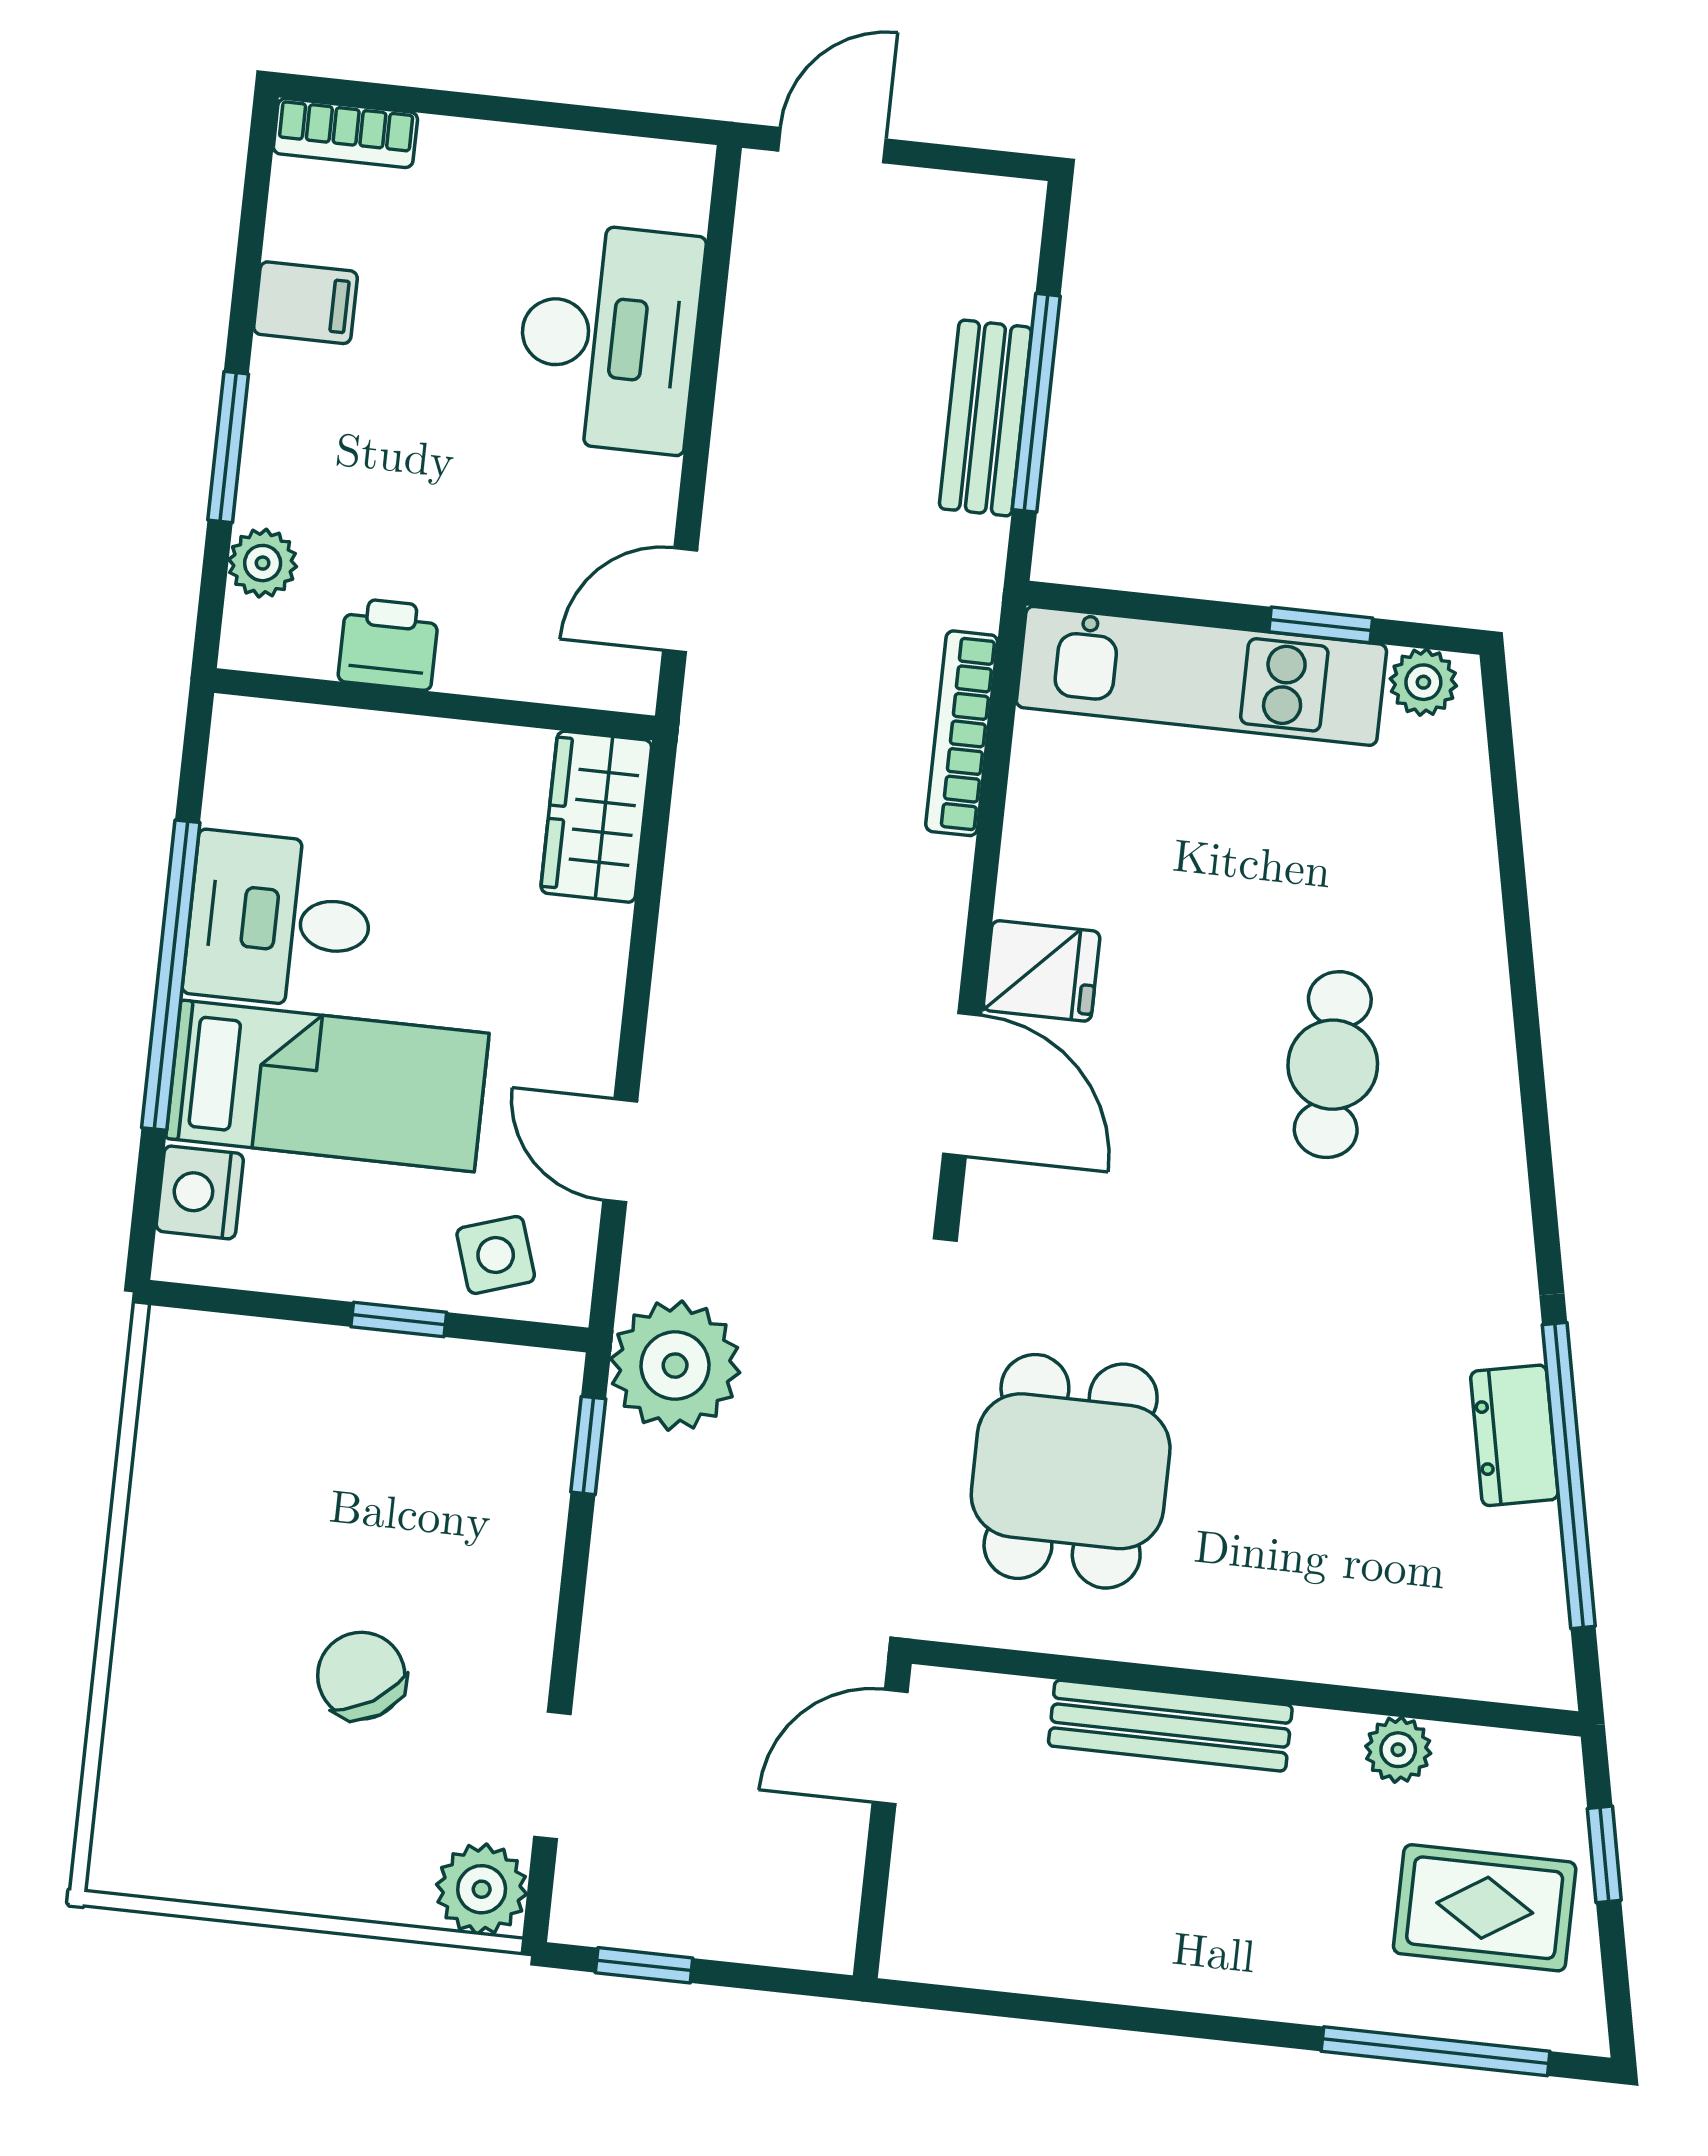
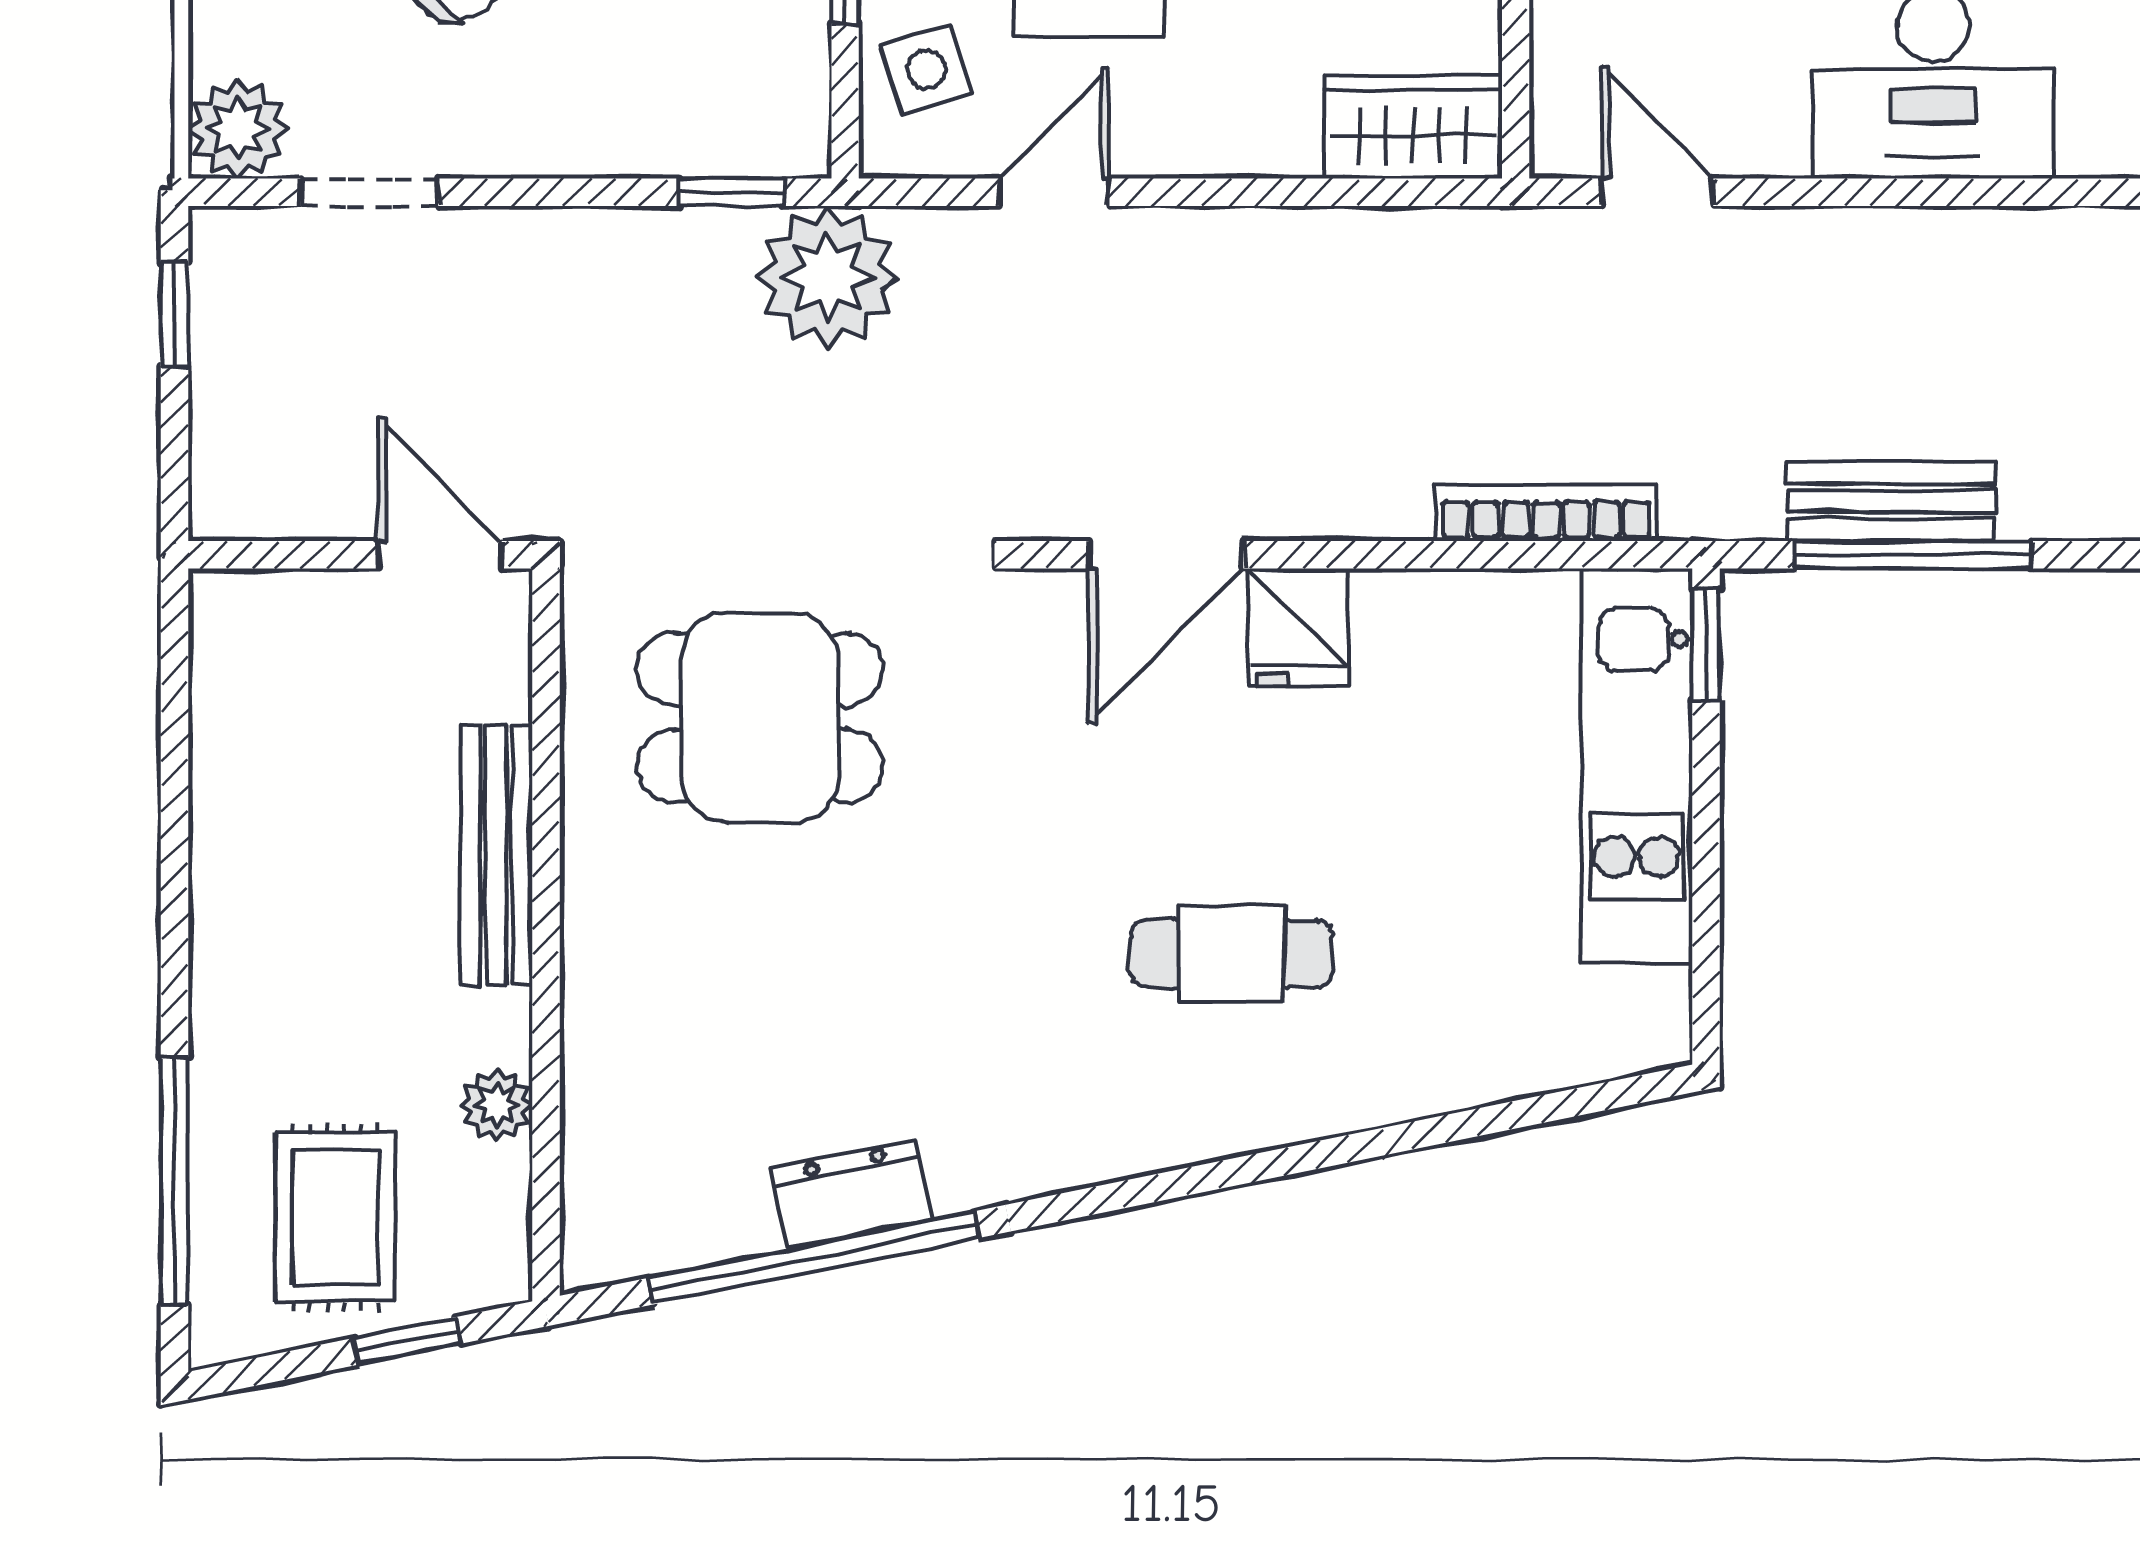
window: (1321, 625) -> (1706, 645), moved
plant: (1423, 682) -> (1656, 1007), removed

